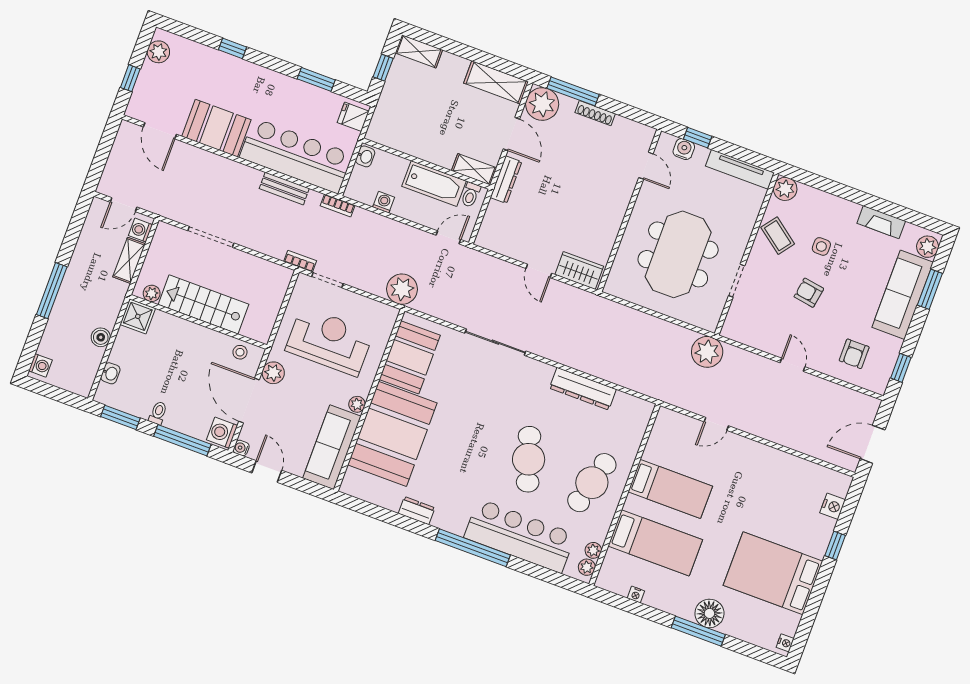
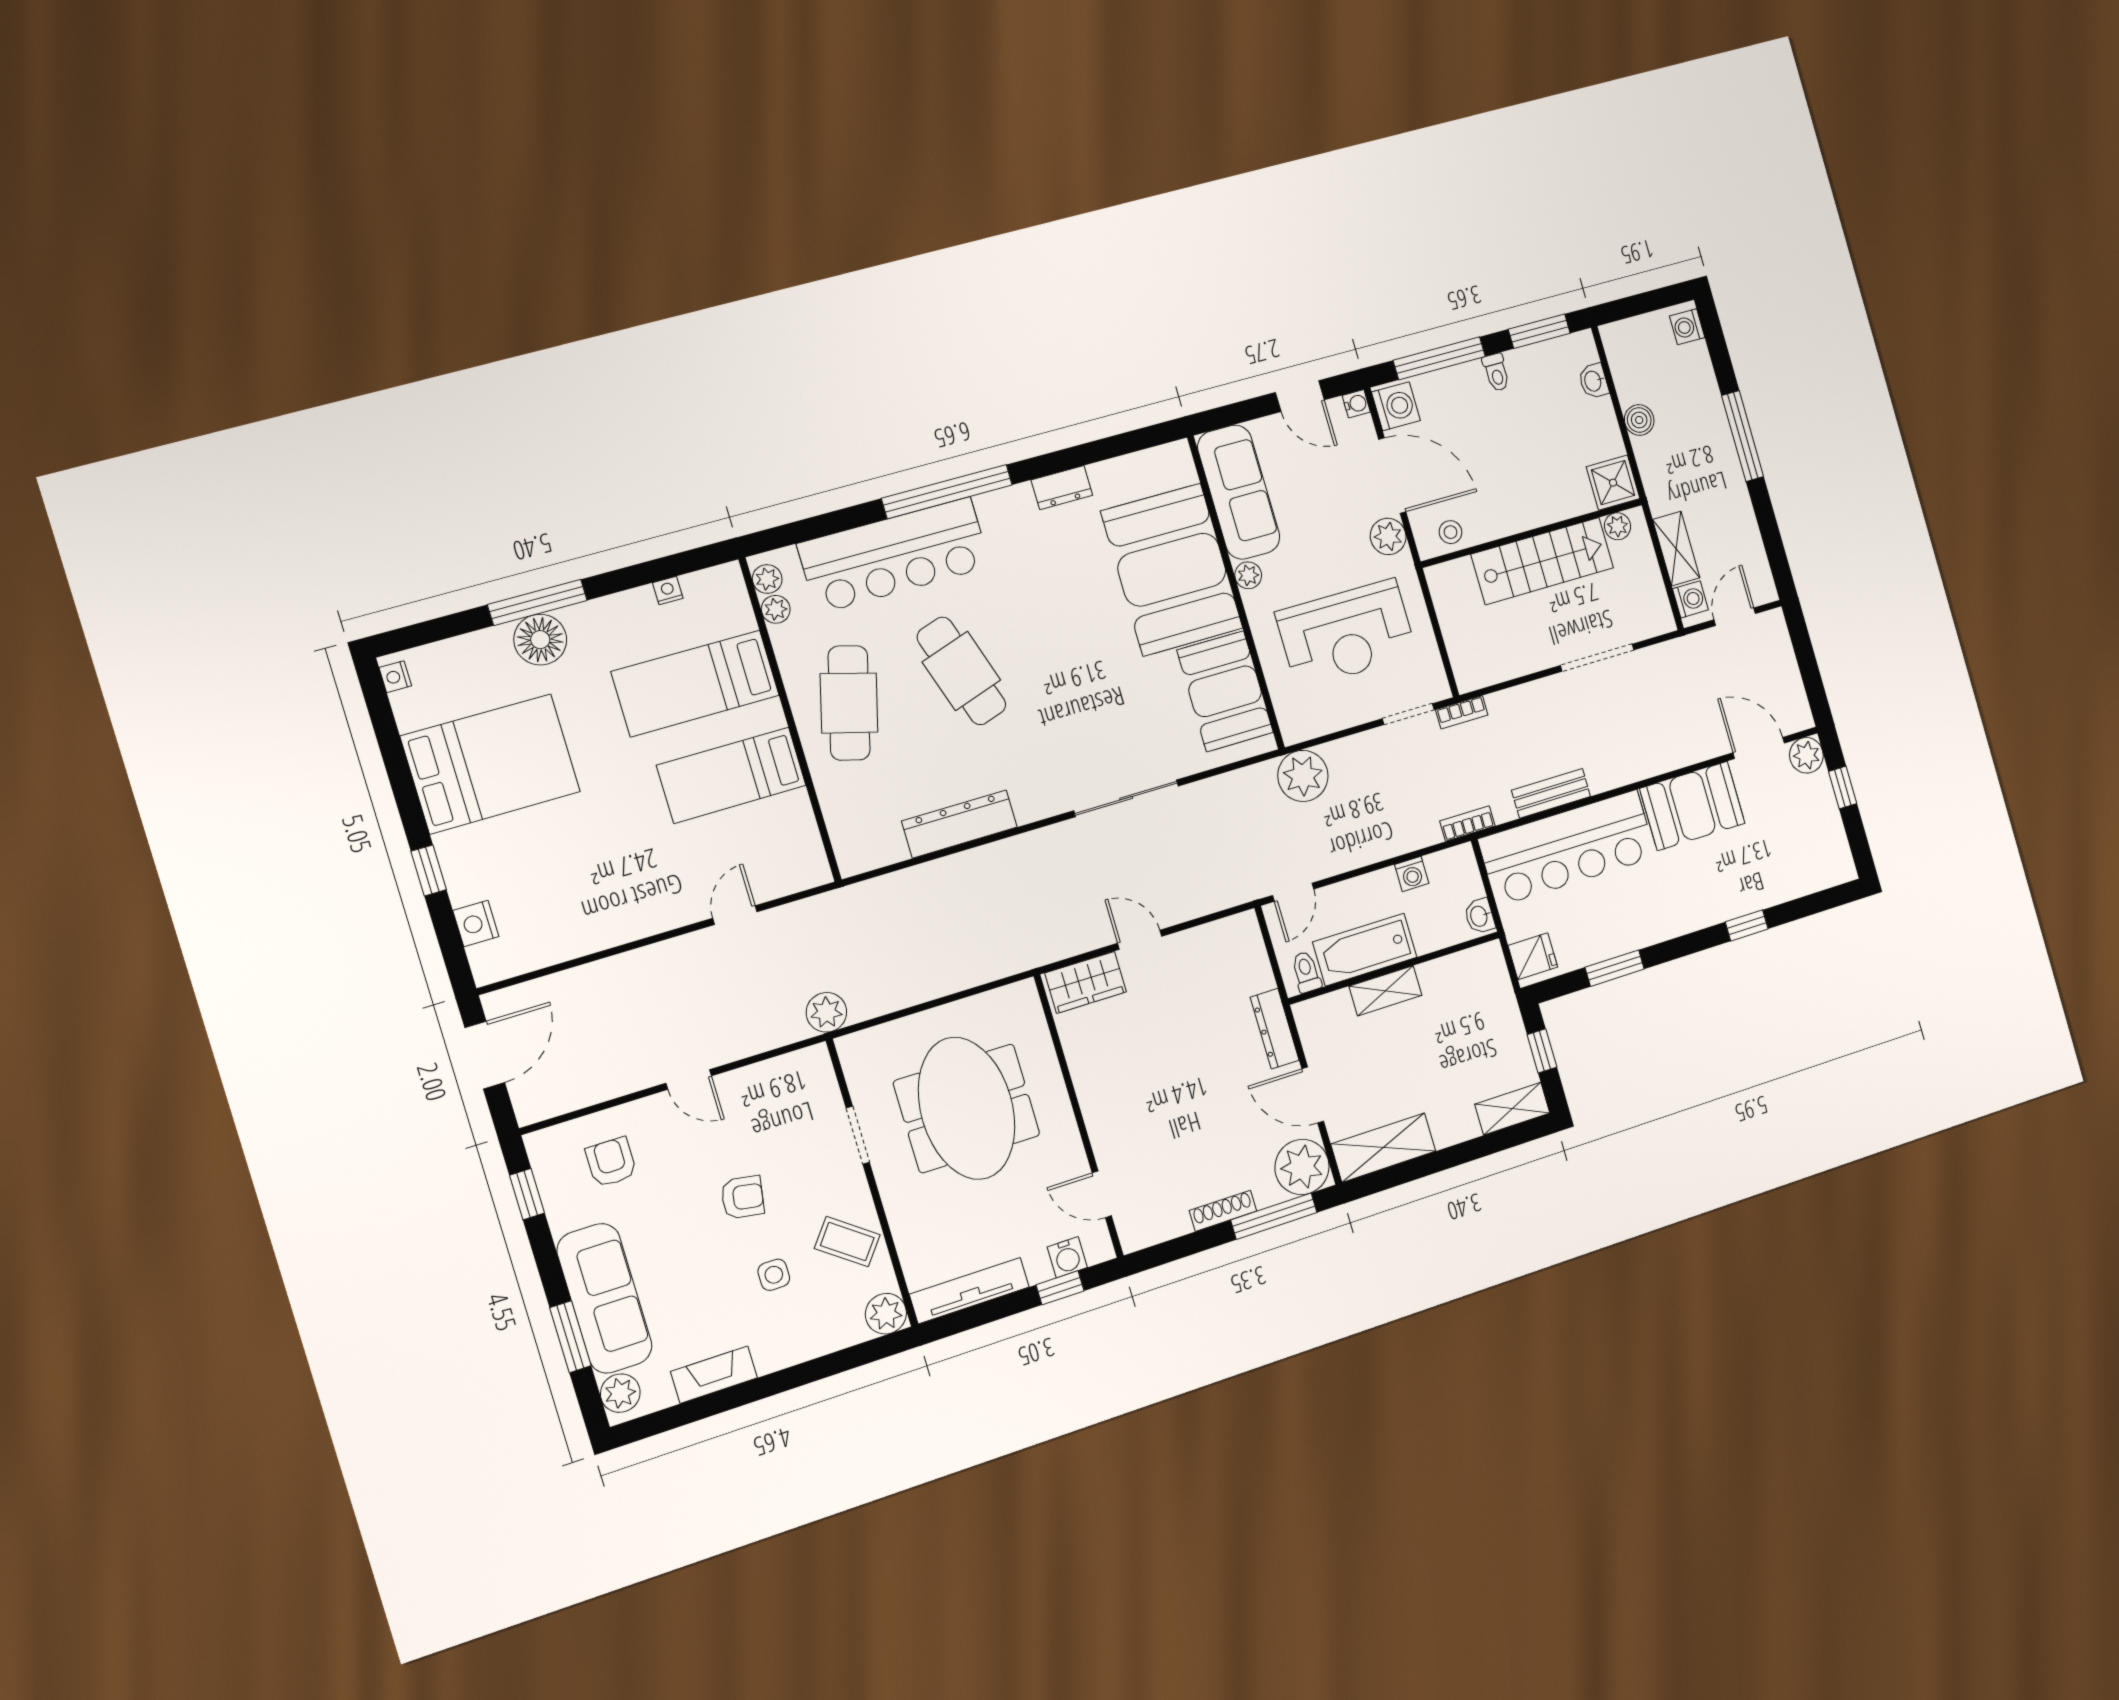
plant: (158, 52) -> (1806, 755), moved
shelving: (474, 169) -> (1385, 991), moved
plant: (707, 352) -> (826, 1012), width x0.73, depth x0.73

